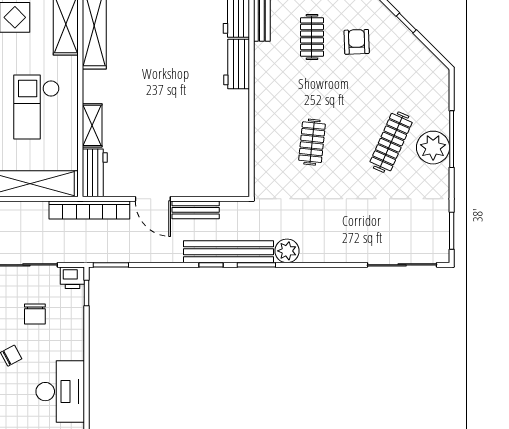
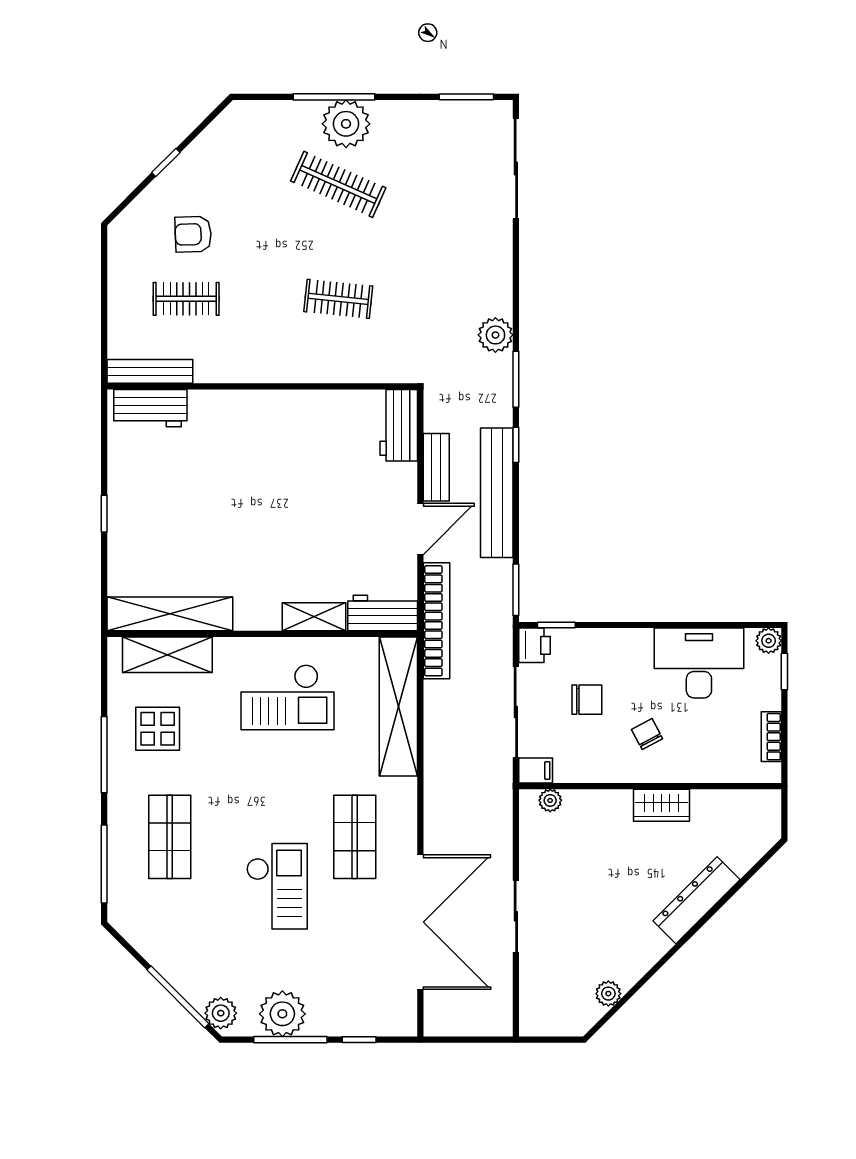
workbench: (237, 64) -> (399, 425), moved, turned 90
bench: (229, 252) -> (497, 493), moved

